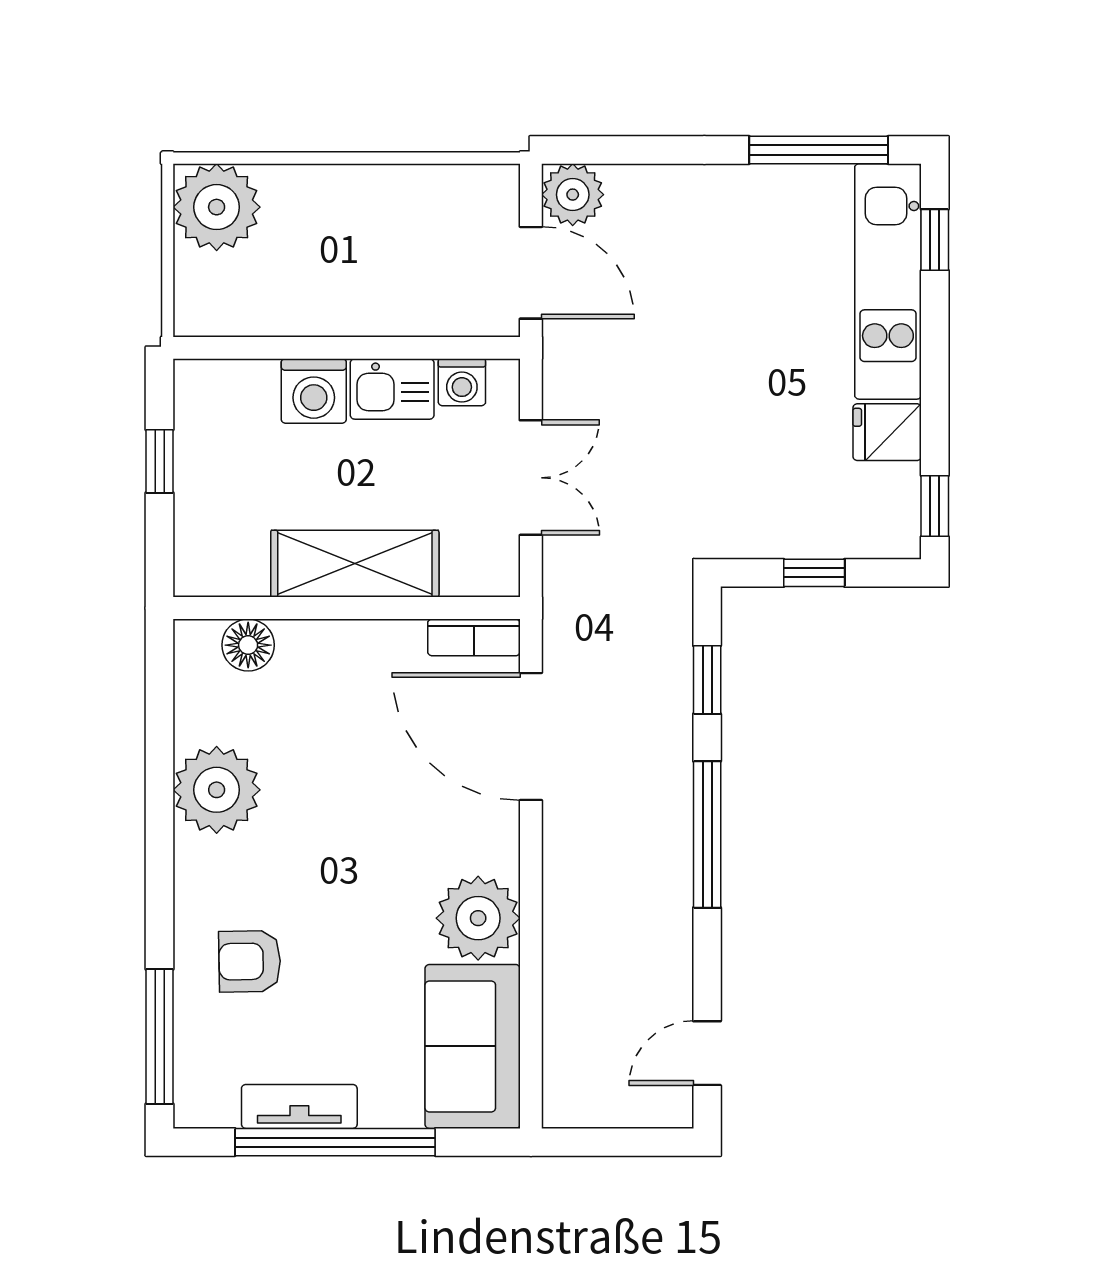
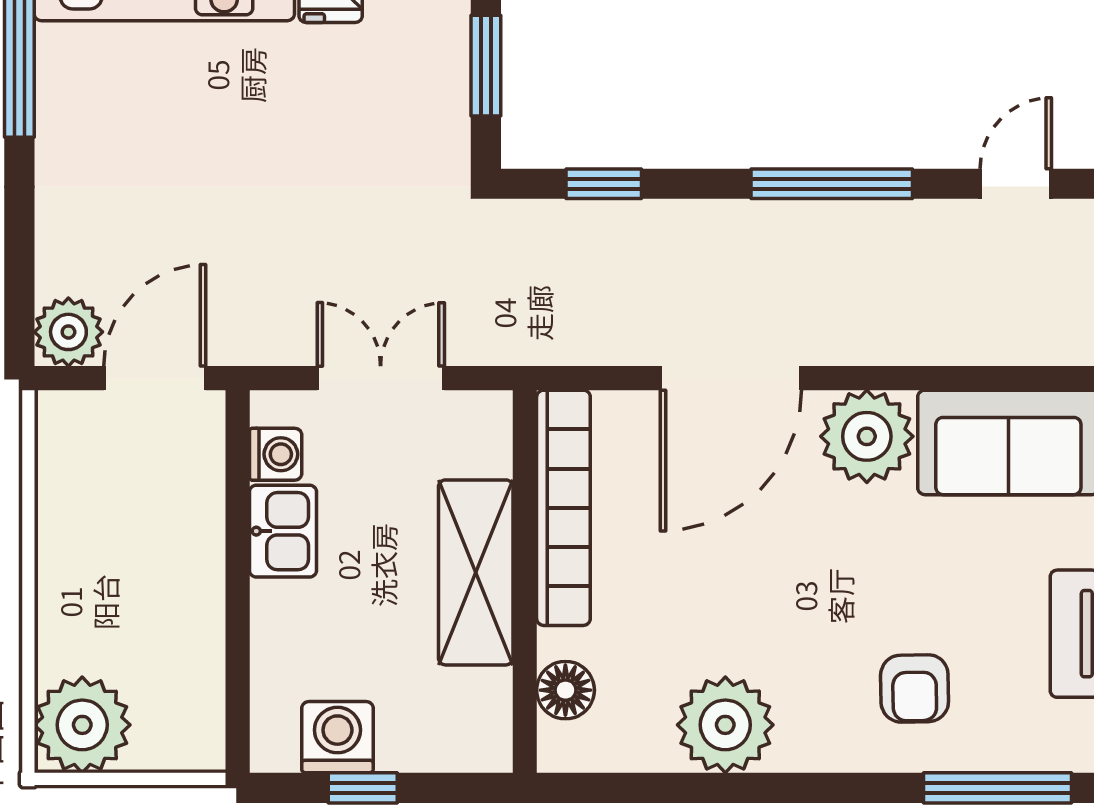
washing machine: (314, 391) -> (337, 737), moved, turned -90
window: (814, 573) -> (486, 66), width x1.50
bookcase: (474, 637) -> (563, 508), width x2.31, depth x1.31
door: (531, 736) -> (731, 378), moved
window: (707, 834) -> (832, 184), moved
door: (707, 1053) -> (1016, 184), swing flipped

